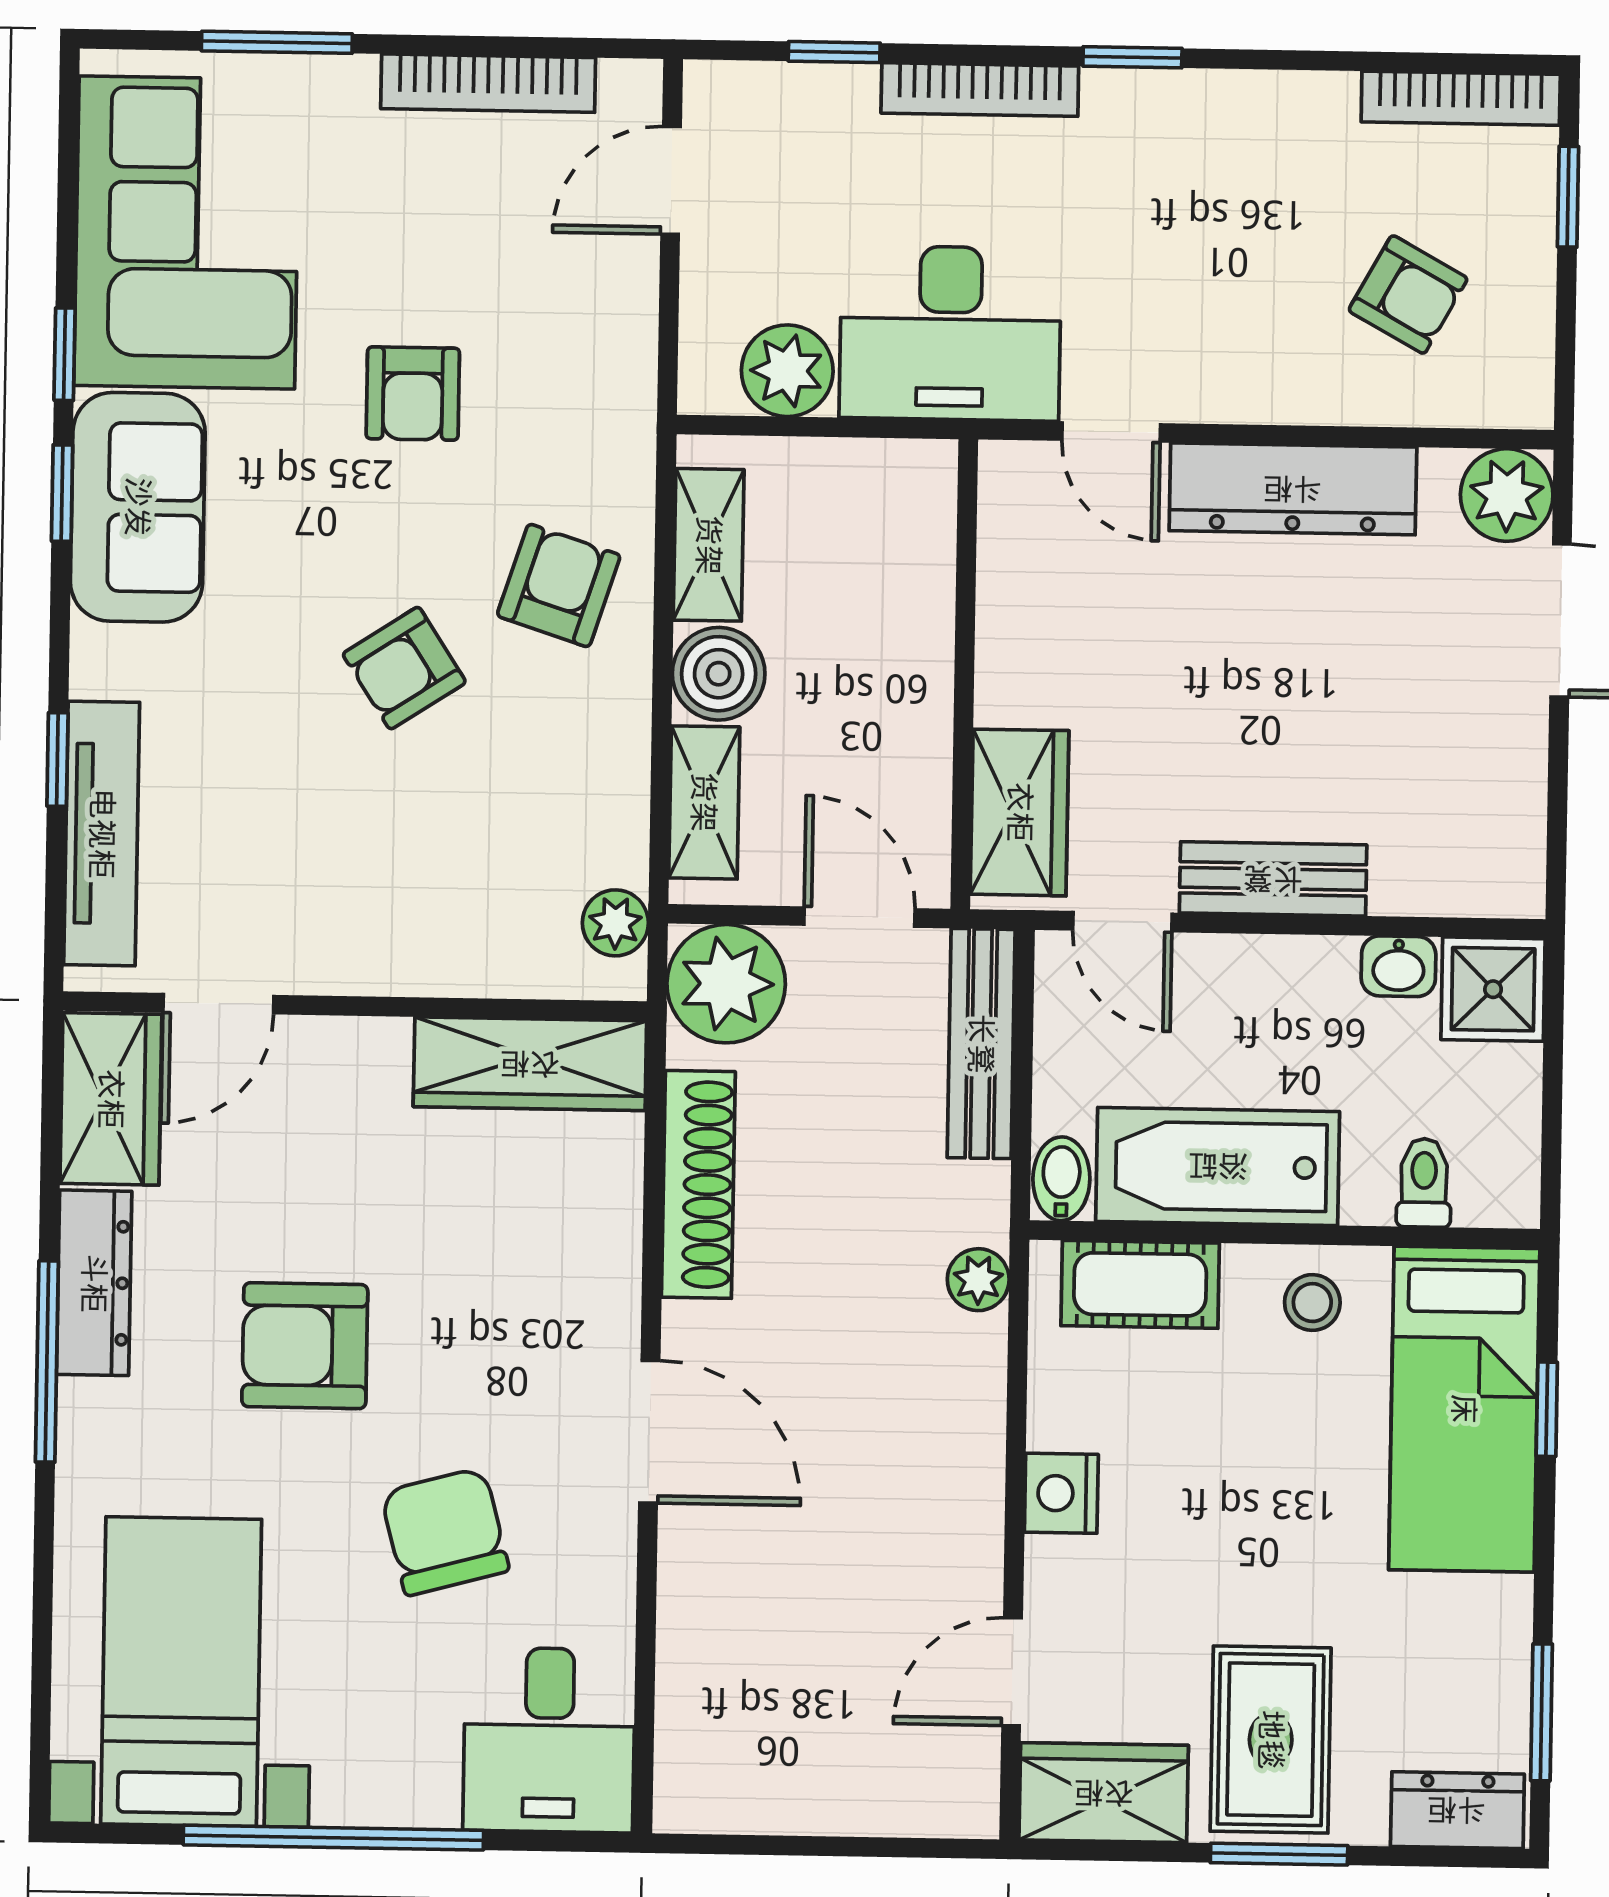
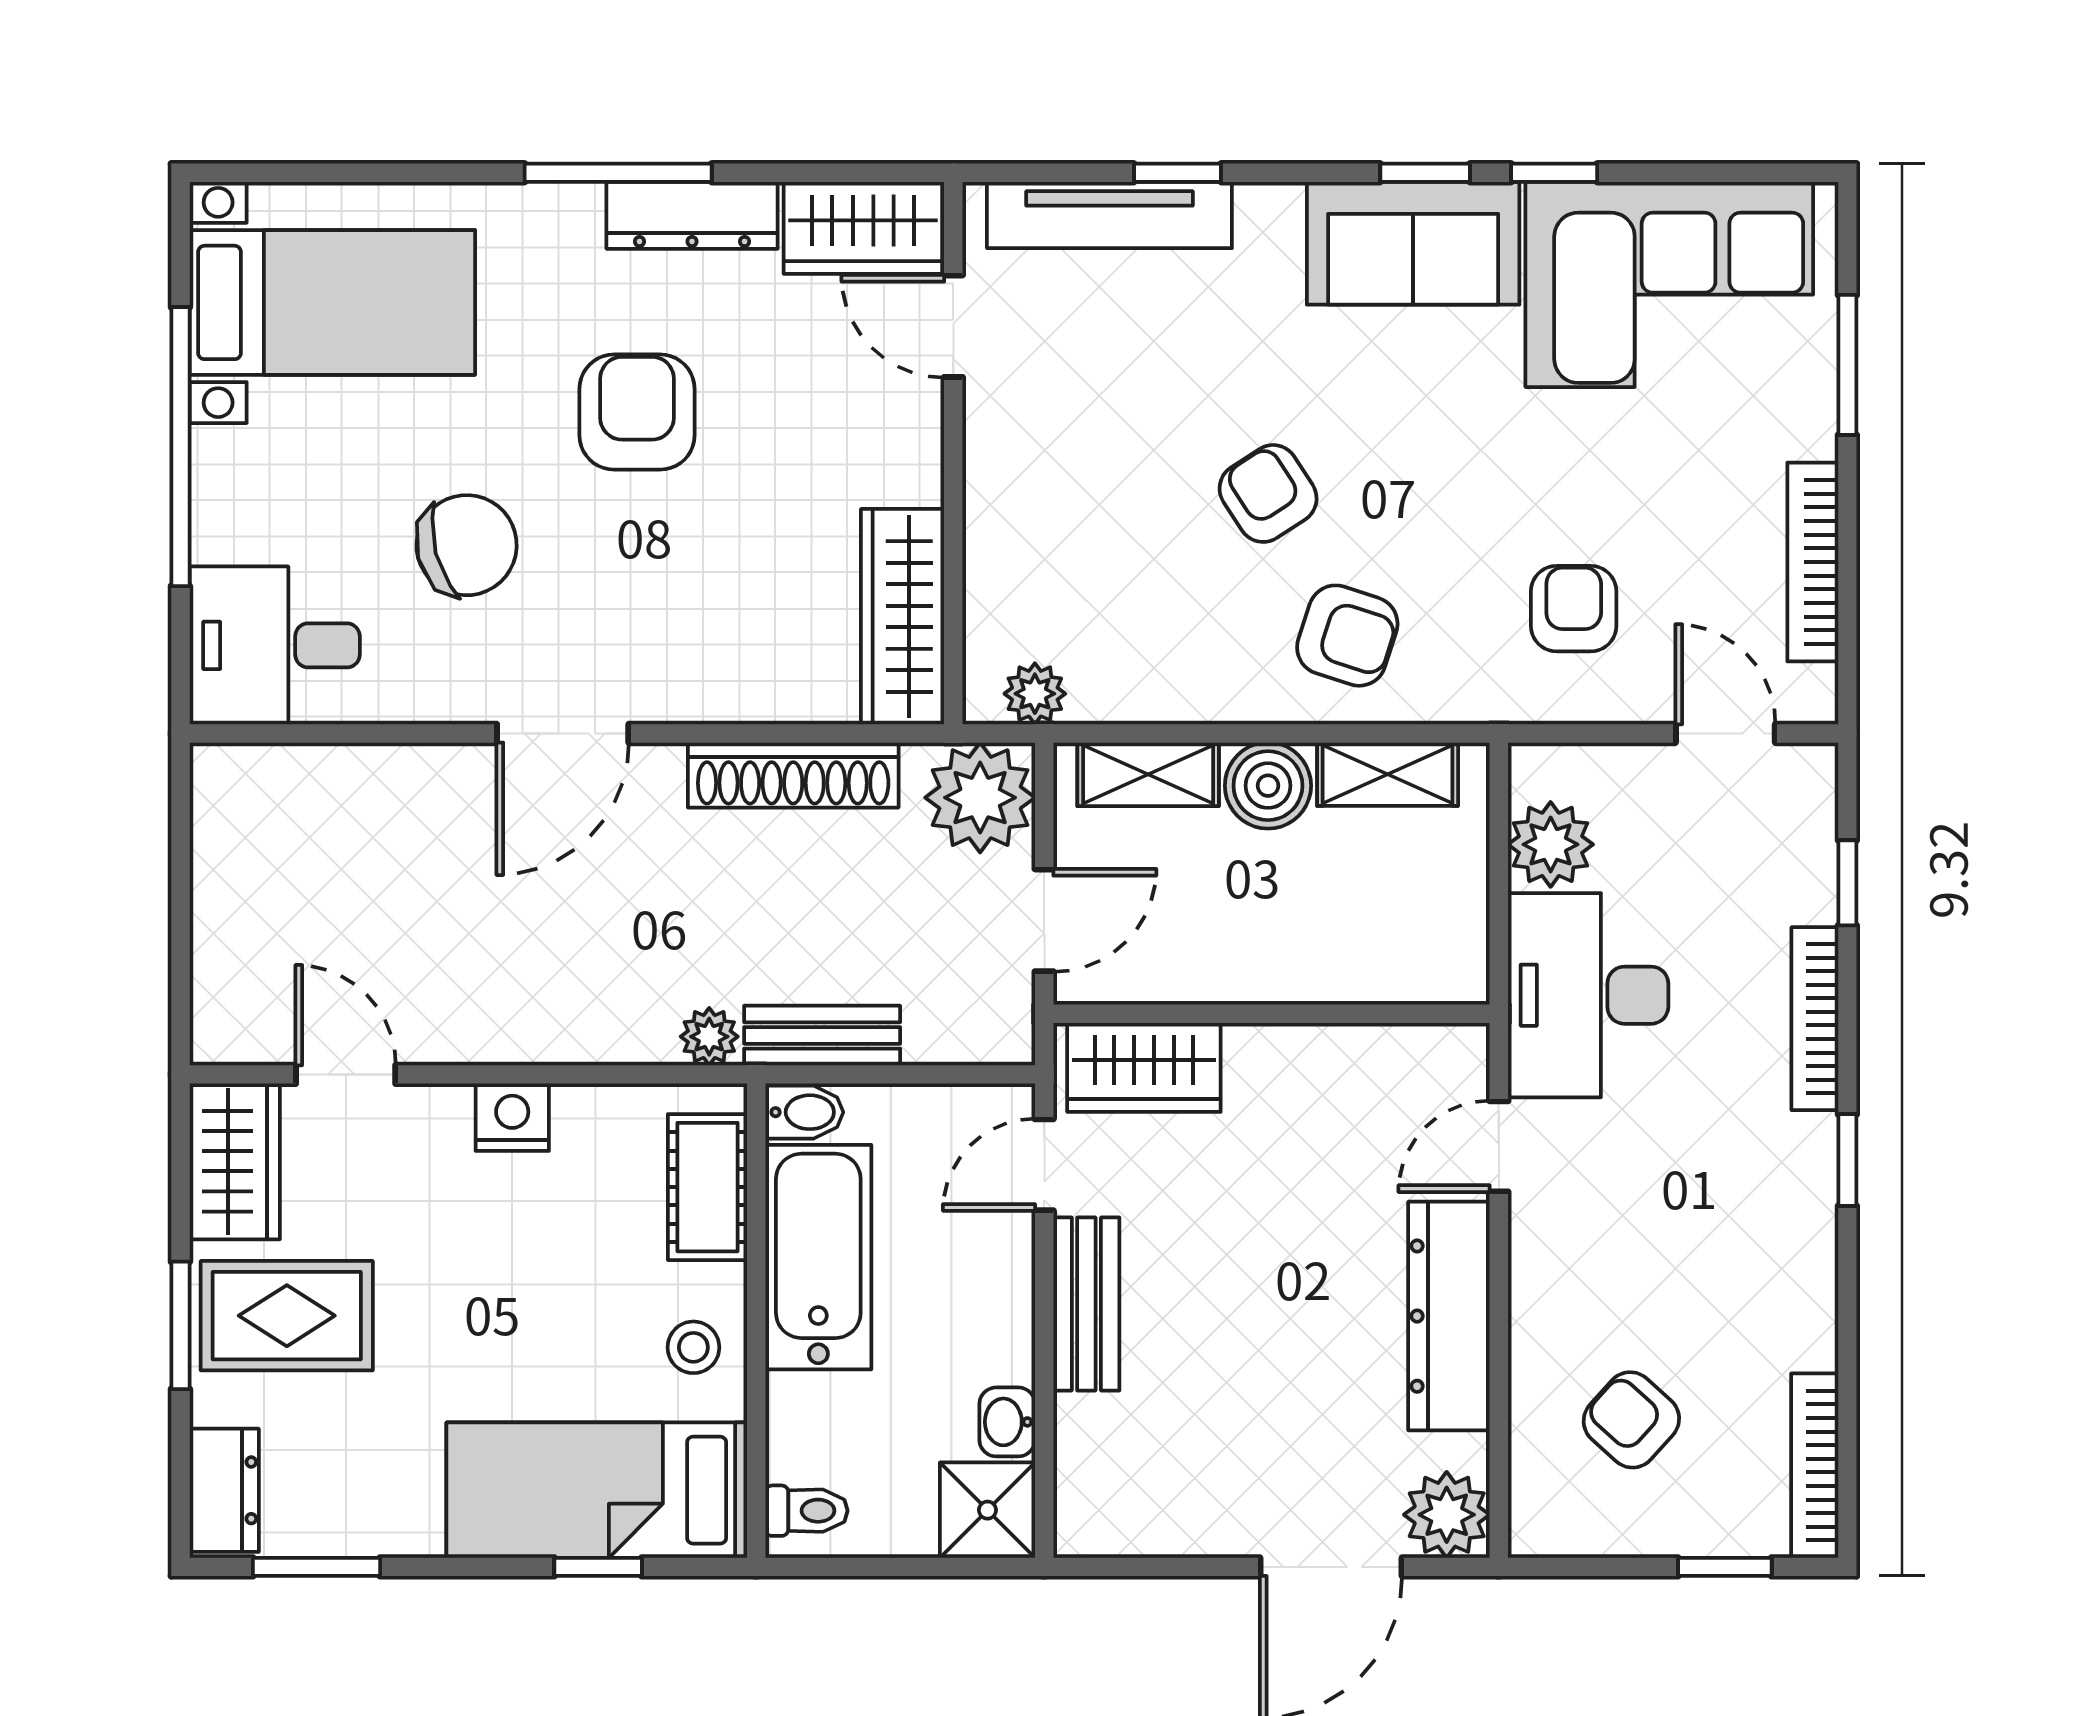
armchair: (1408, 295) -> (1631, 1420), turned 103
armchair: (413, 393) -> (1574, 609), moved, turned 90
bench: (981, 1044) -> (822, 1035), moved, width x0.73
toilet: (1424, 1183) -> (806, 1511), moved

